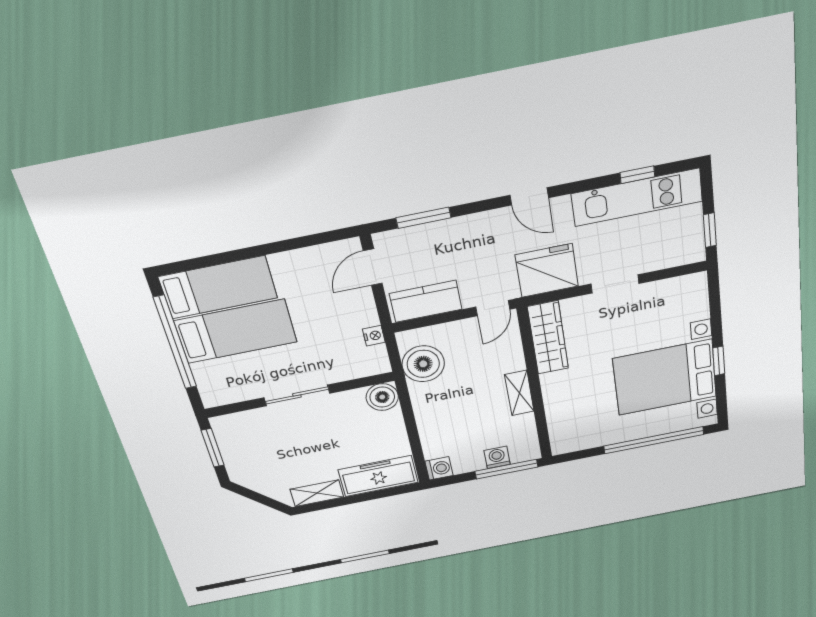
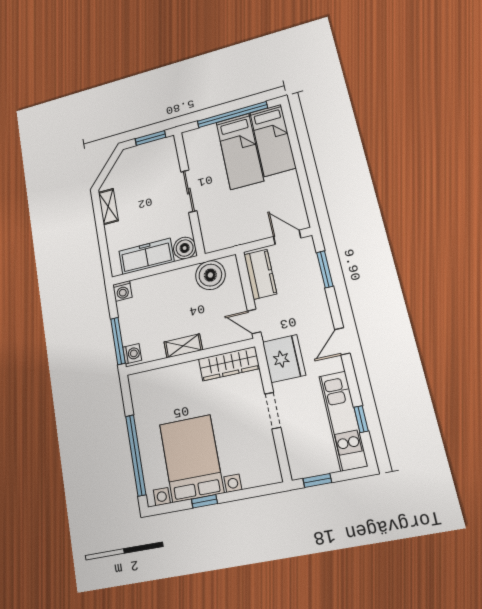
nightstand: (374, 336) -> (234, 240), removed
washing machine: (497, 457) -> (132, 354), moved
freezer: (378, 476) -> (146, 256), moved, turned -90

